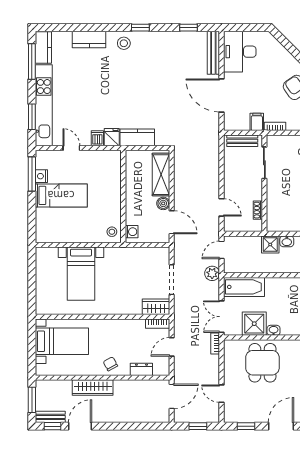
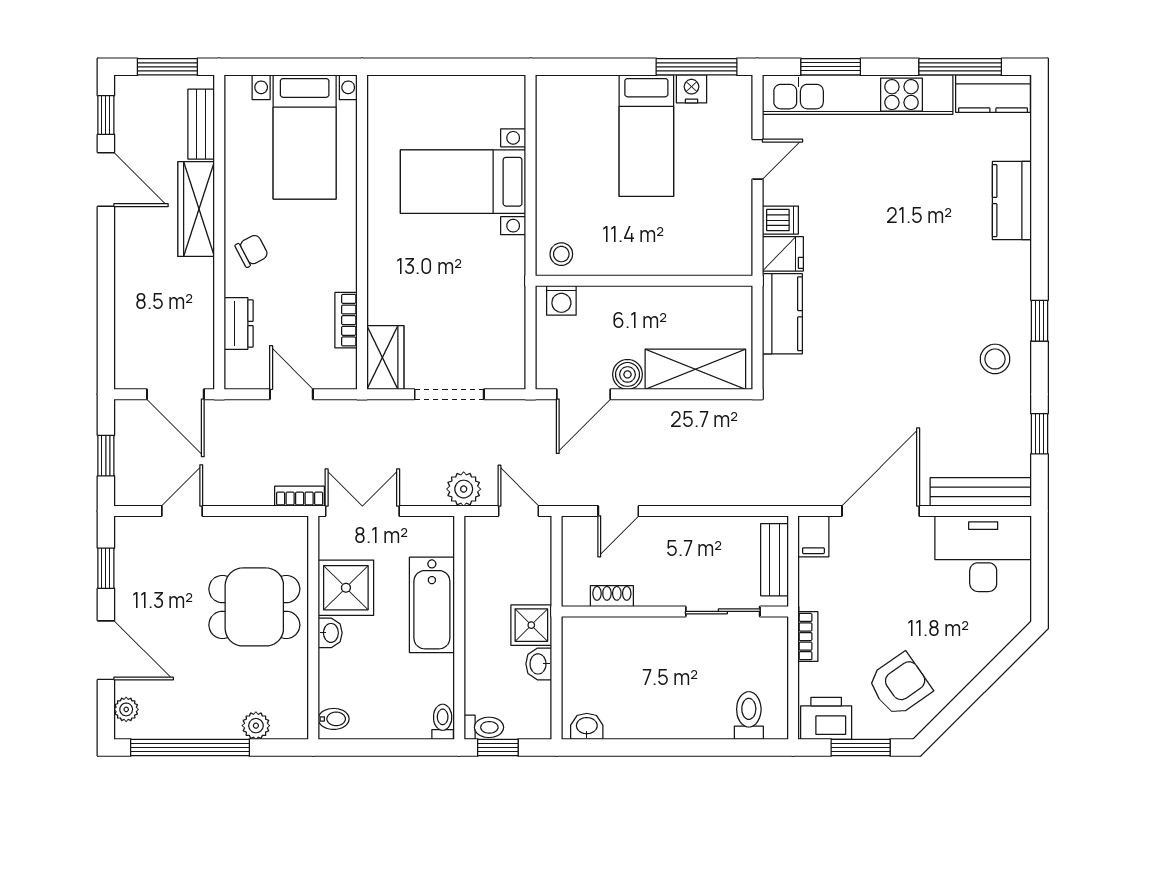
stool: (124, 43) -> (995, 359), moved
filing cabinet: (257, 122) -> (813, 536), moved, turned 90
bathtub: (244, 287) -> (432, 605), moved
bookcase: (157, 324) -> (346, 320), moved
bench: (50, 417) -> (201, 124), moved

